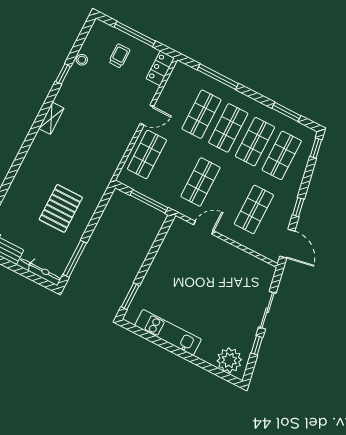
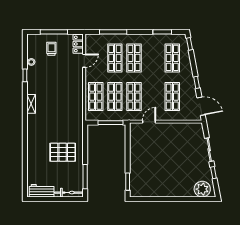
door: (147, 115) -> (84, 61), moved
shop shelf: (255, 142) -> (115, 97), moved
pallet: (61, 208) -> (63, 152), turned 90
kitchen unit: (168, 332) -> (159, 191), removed

